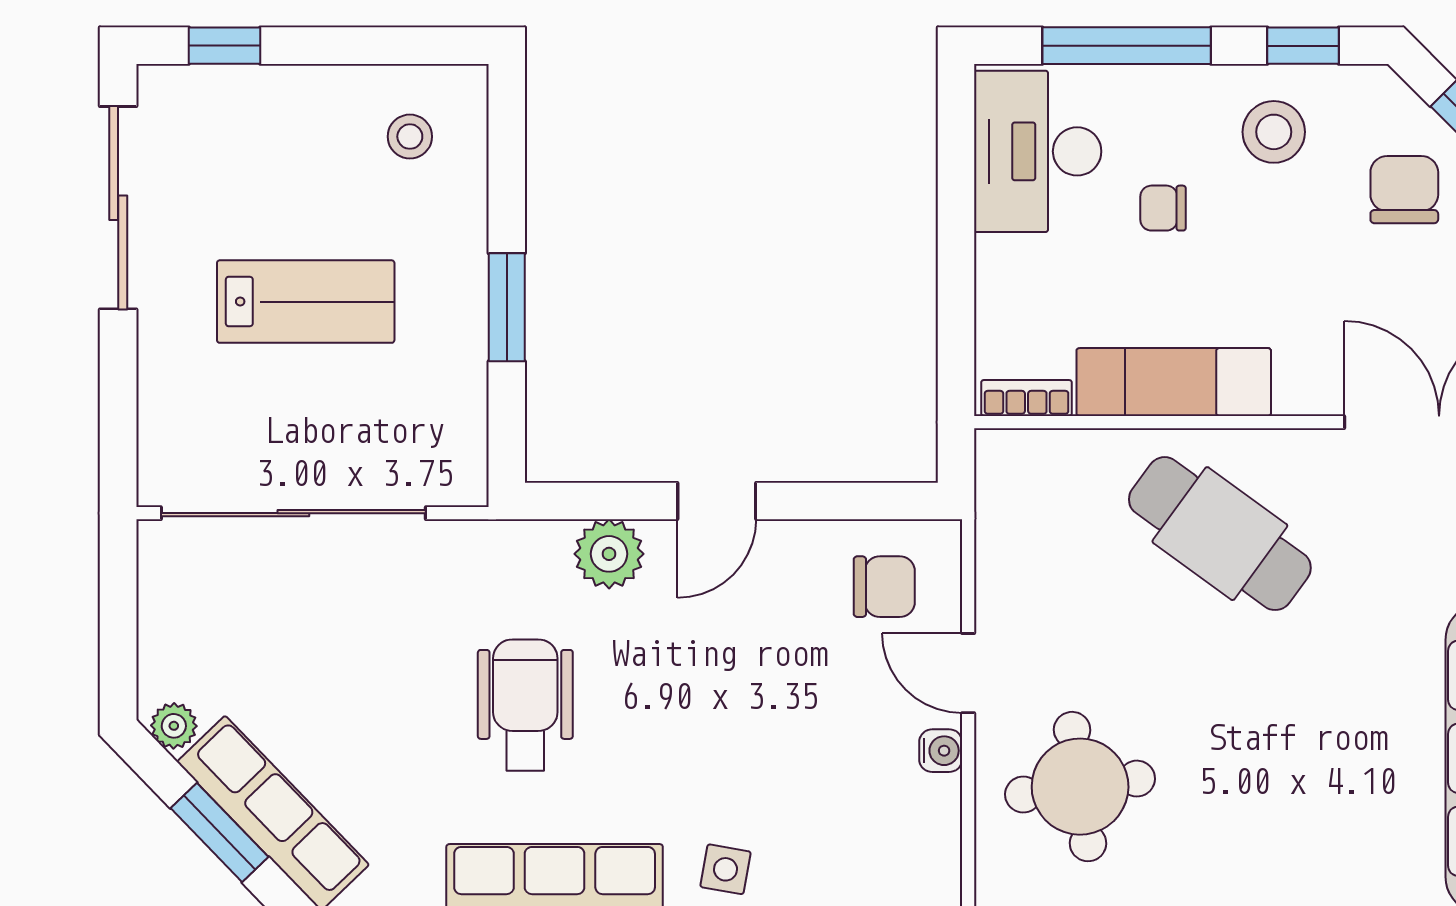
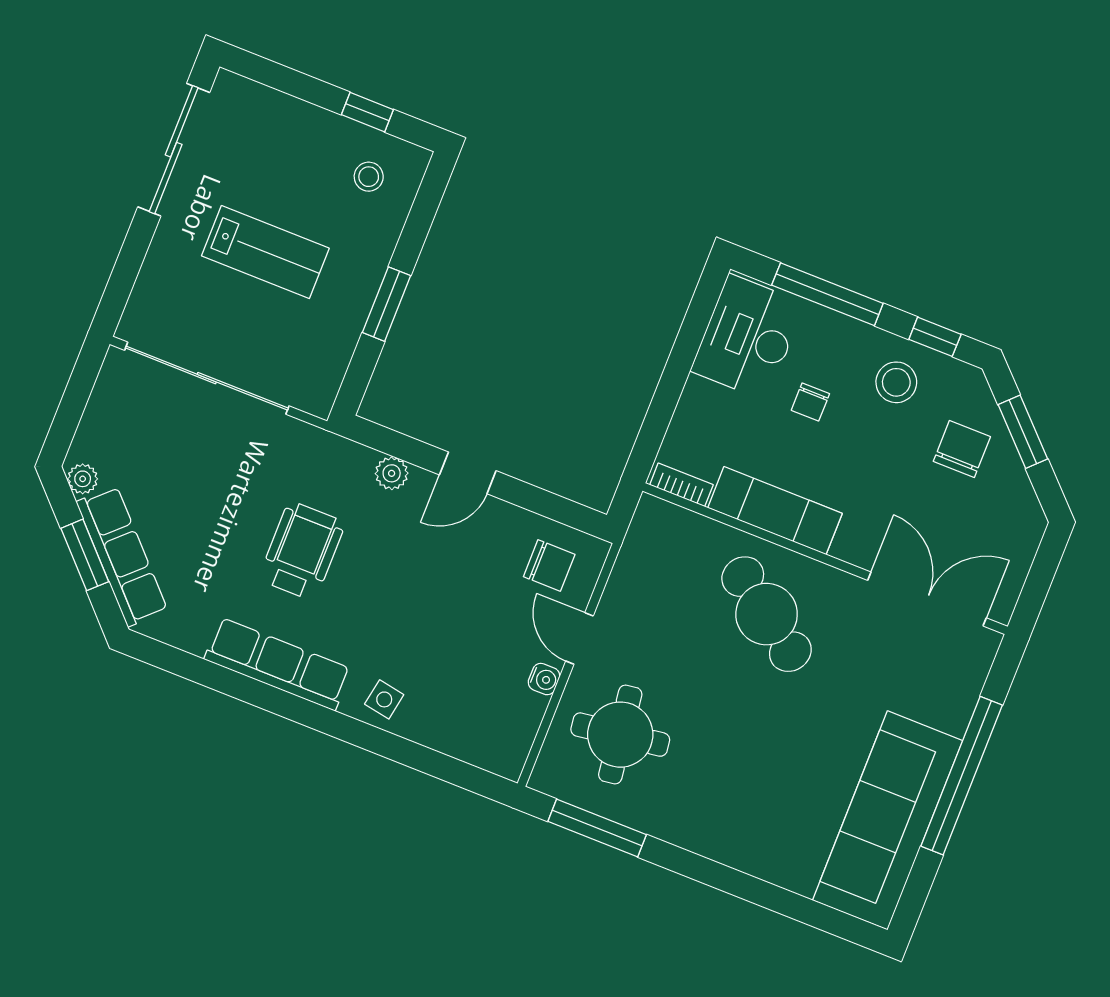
window: (225, 46) -> (367, 112), moved
chair: (1163, 208) -> (810, 402), turned -90
plant: (609, 554) -> (392, 473), width x0.73, depth x0.73

